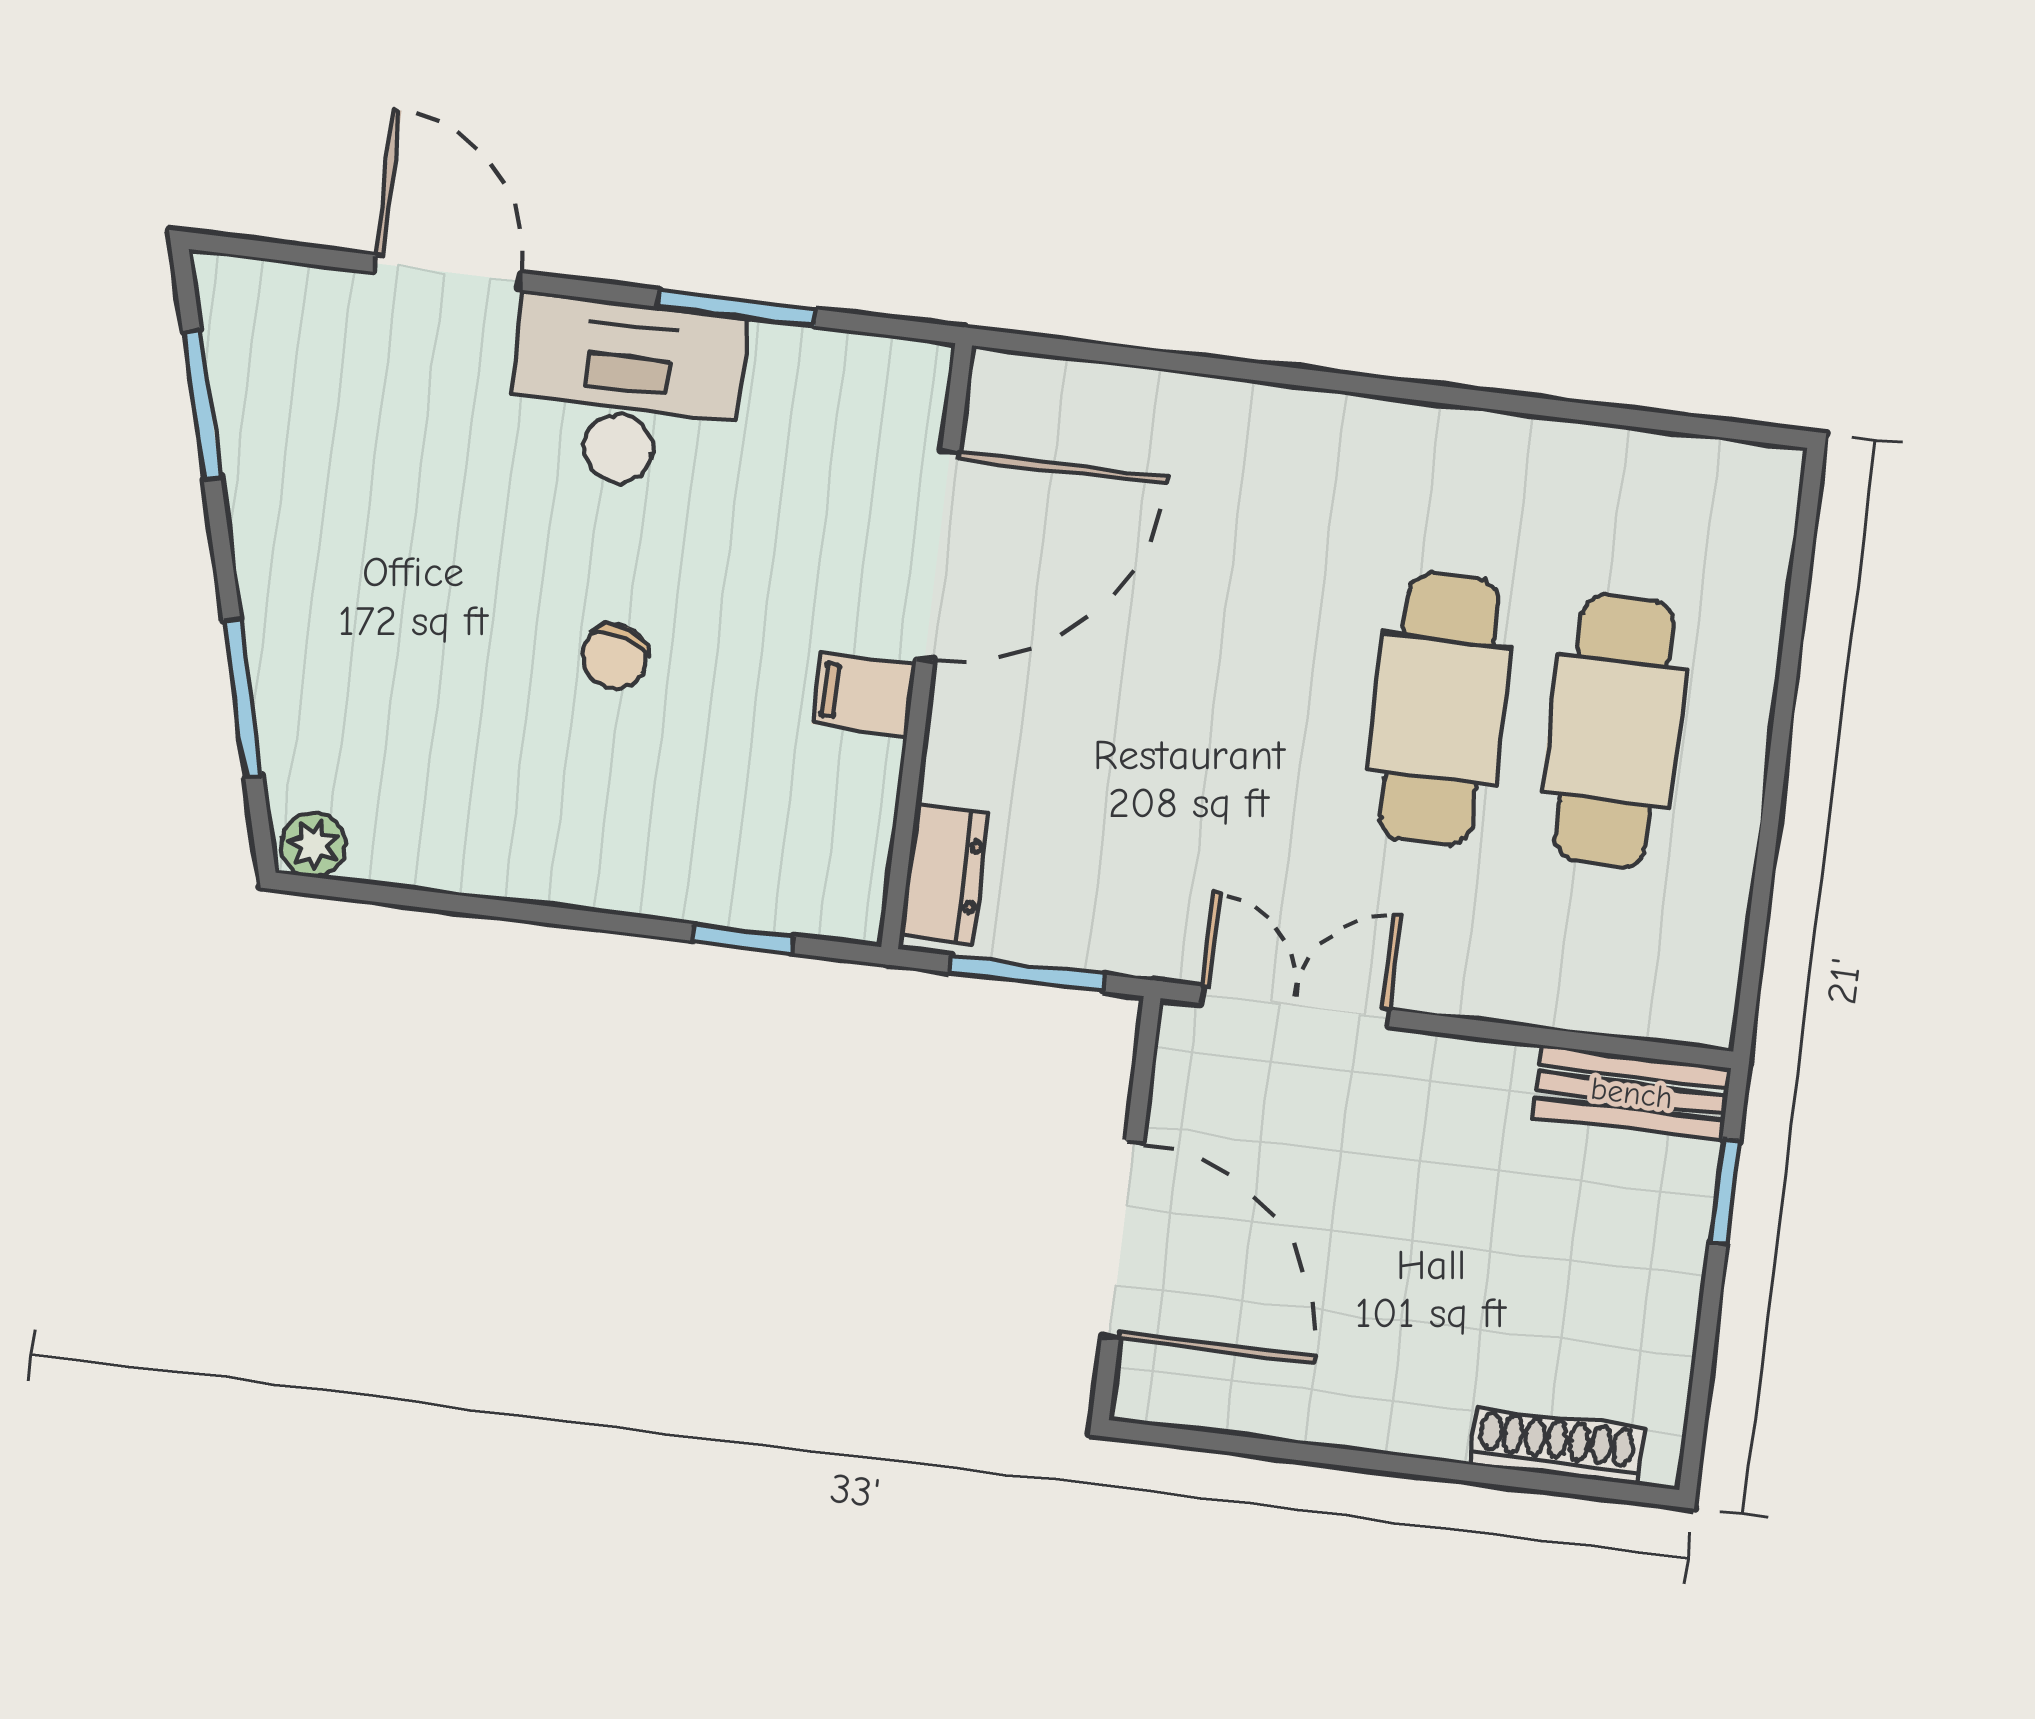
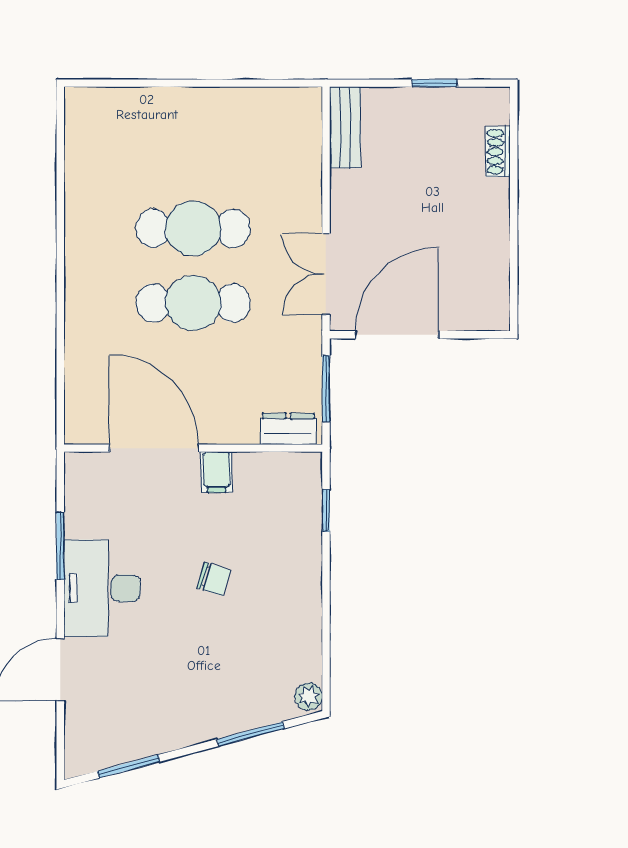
cafe table: (1614, 731) -> (193, 303), moved
window: (1725, 1191) -> (434, 83), moved
door: (1122, 1240) -> (397, 335), moved
shoe rack: (1556, 1446) -> (498, 152), width x0.70

